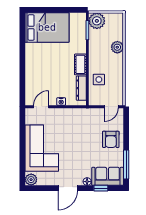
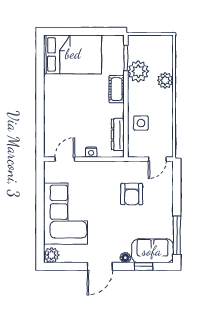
plant: (97, 21) -> (138, 71), moved
cot: (80, 64) -> (117, 89), moved
armchair: (111, 139) -> (132, 194), moved

